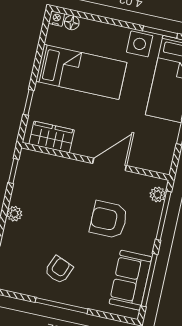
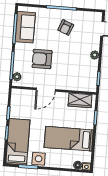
armchair: (109, 220) -> (42, 59), turned 180

